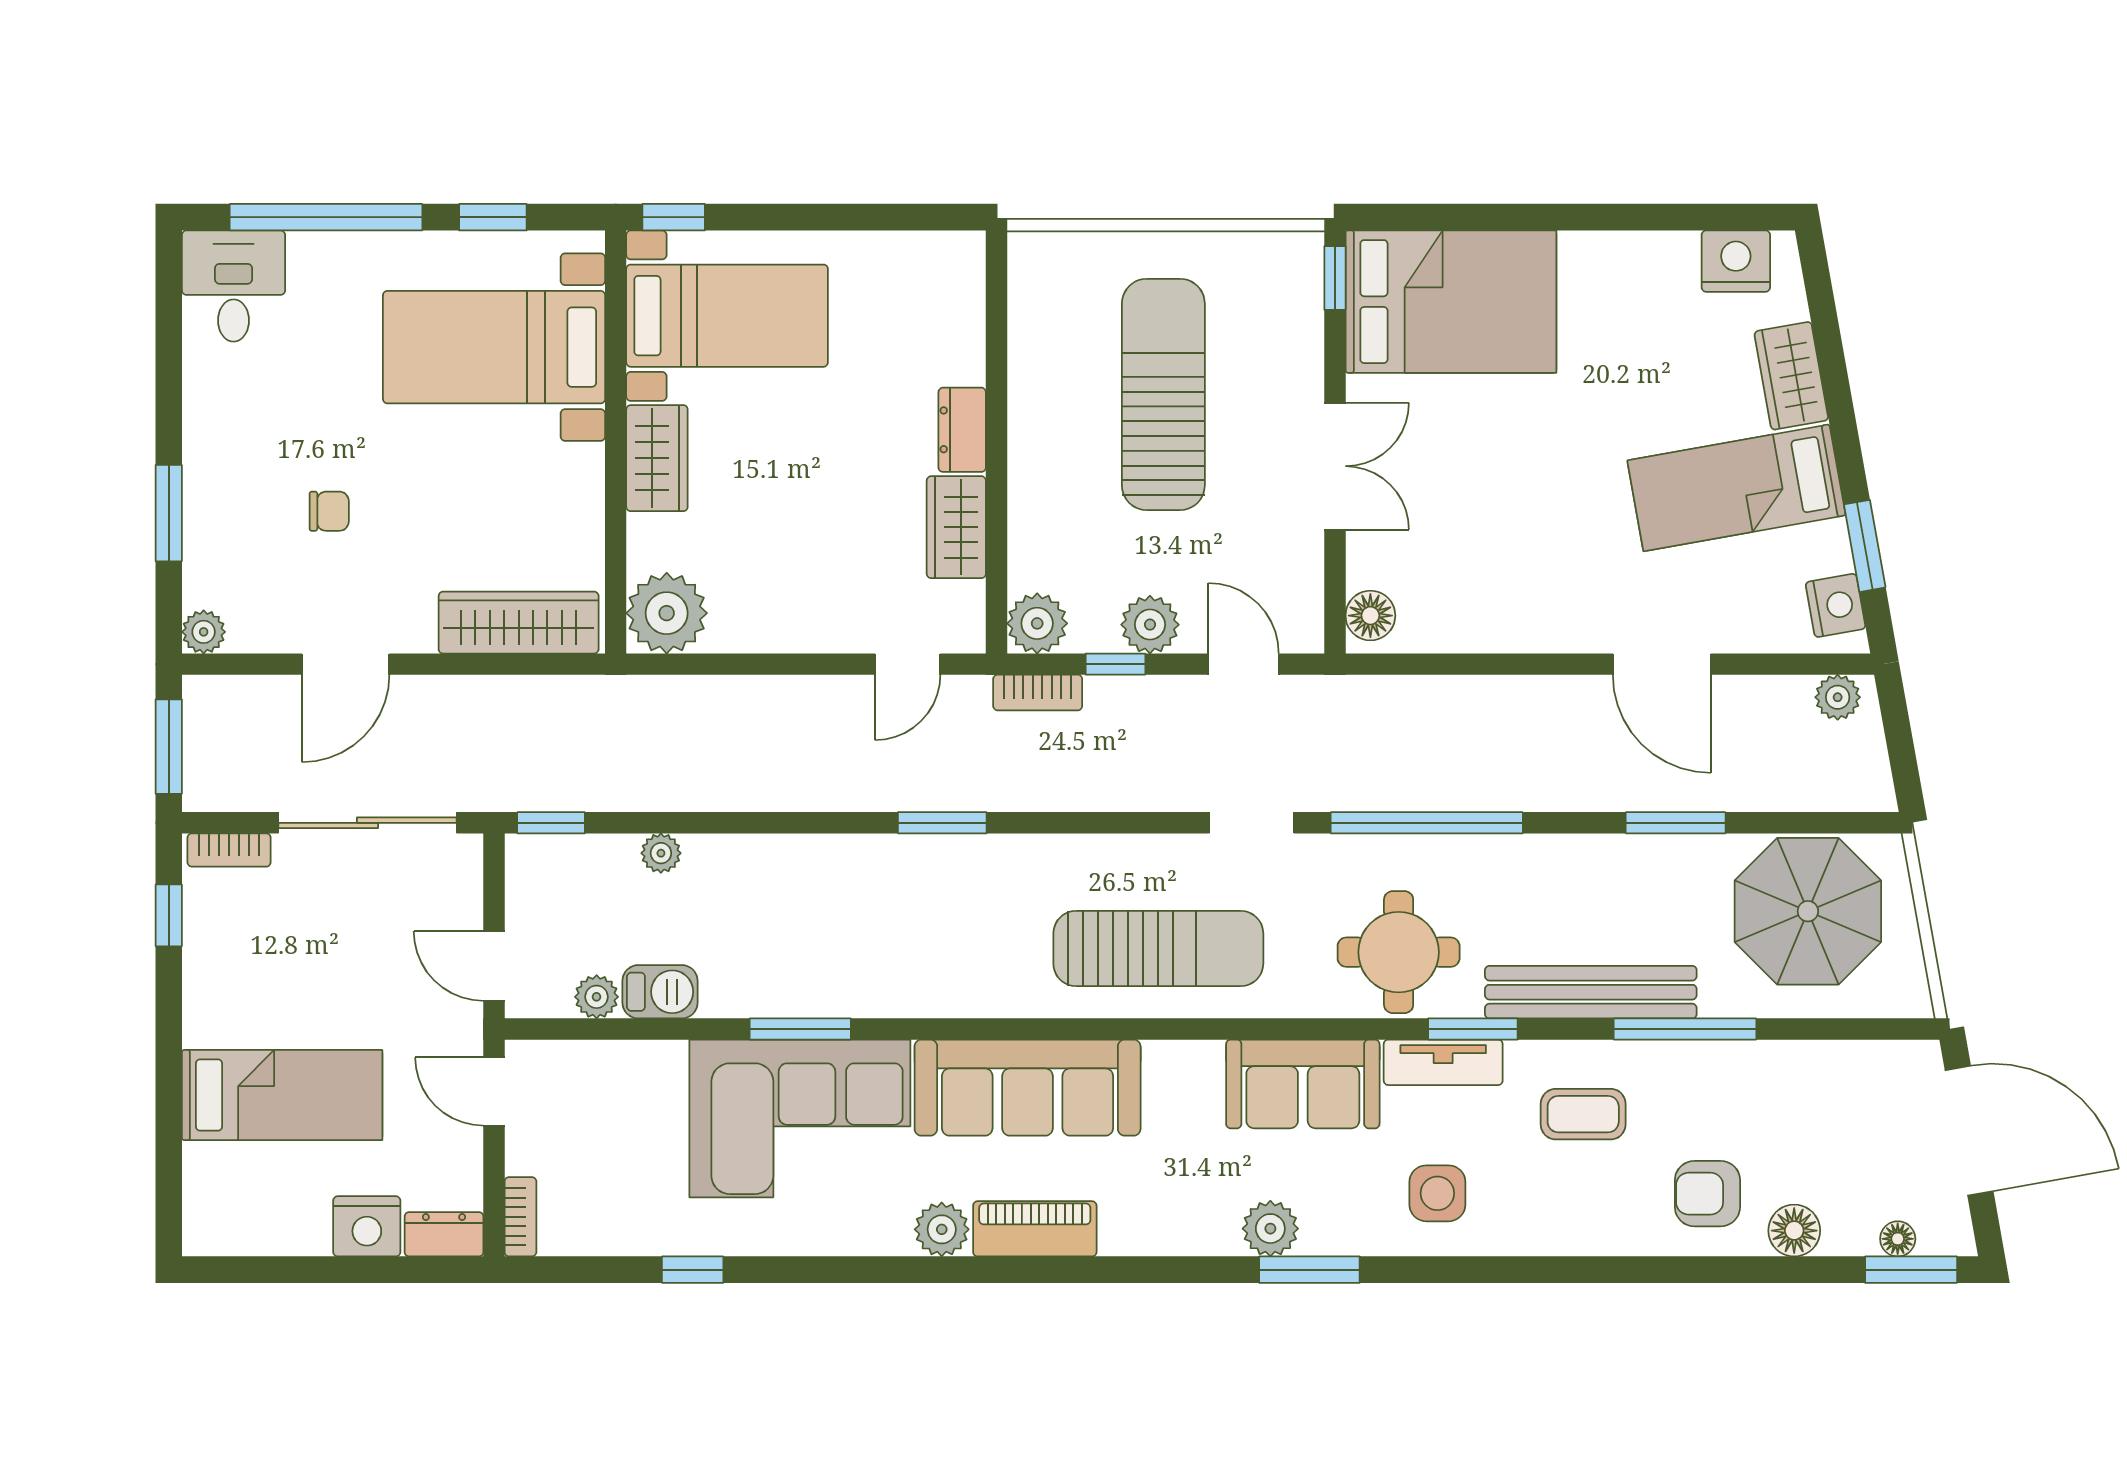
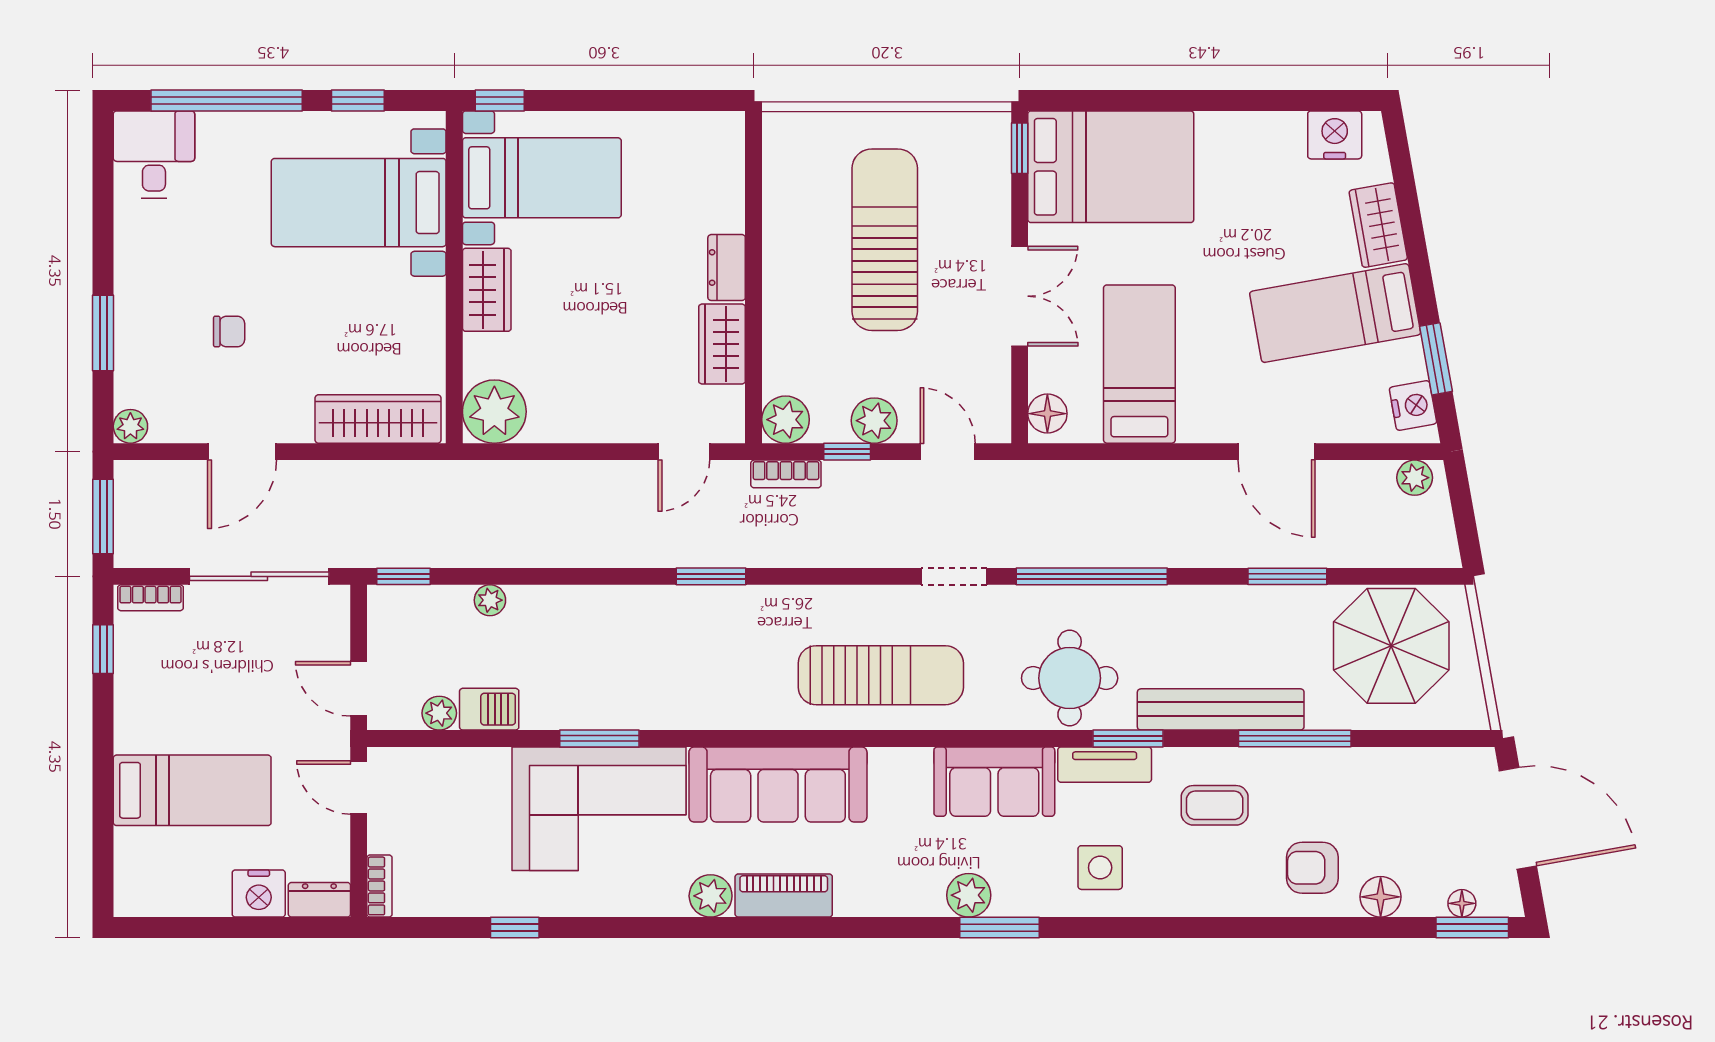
bed: (1487, 553) -> (1139, 364), added

